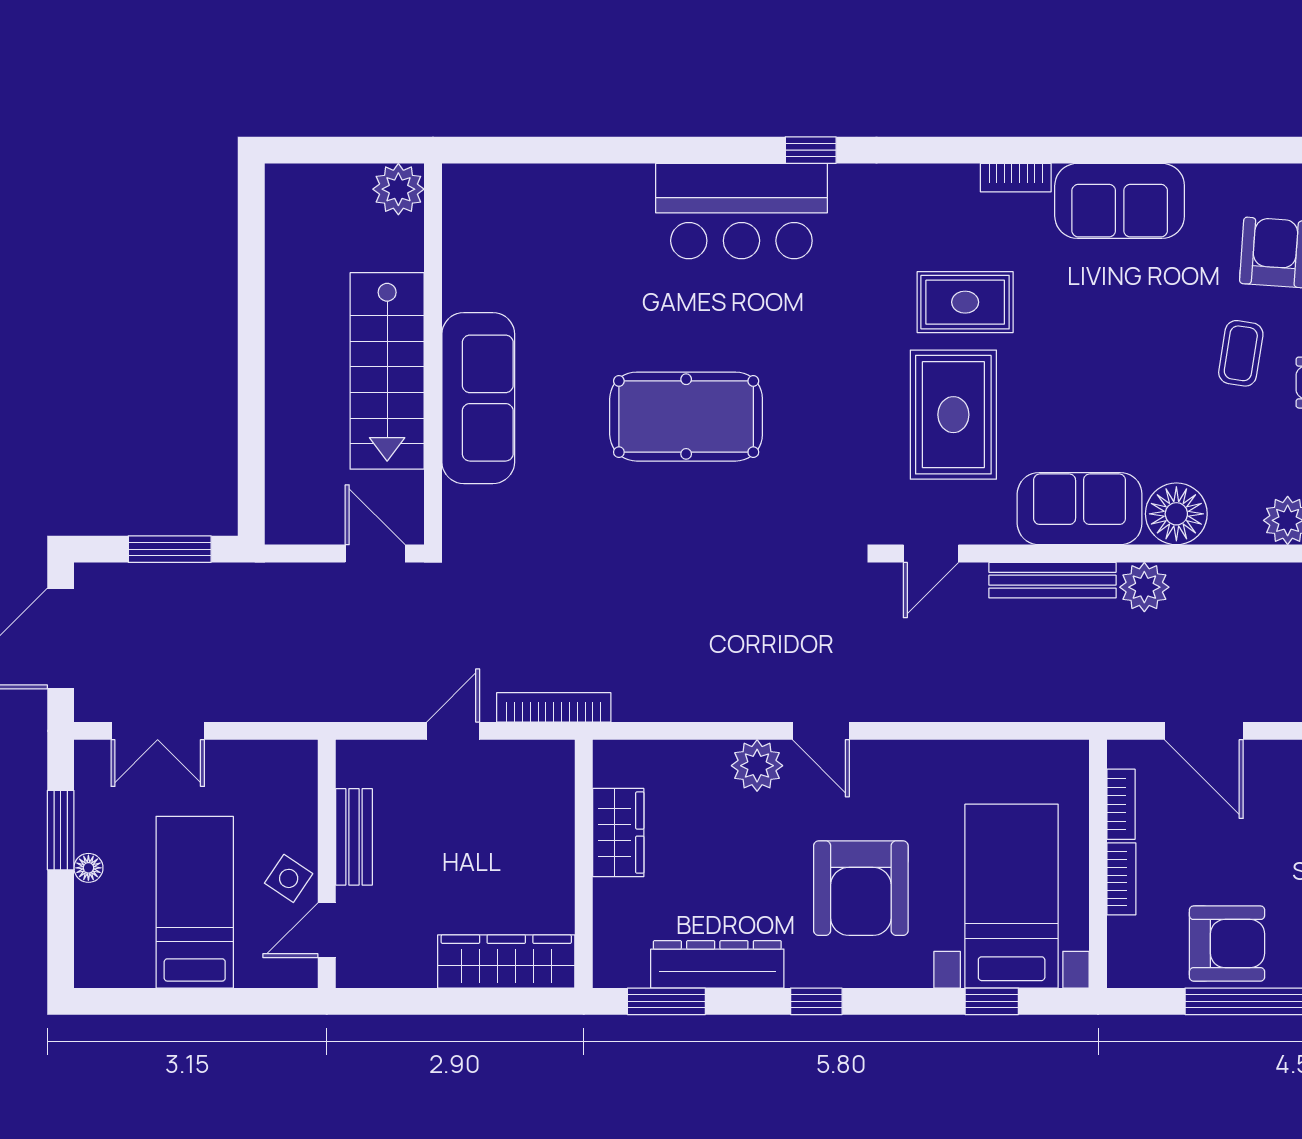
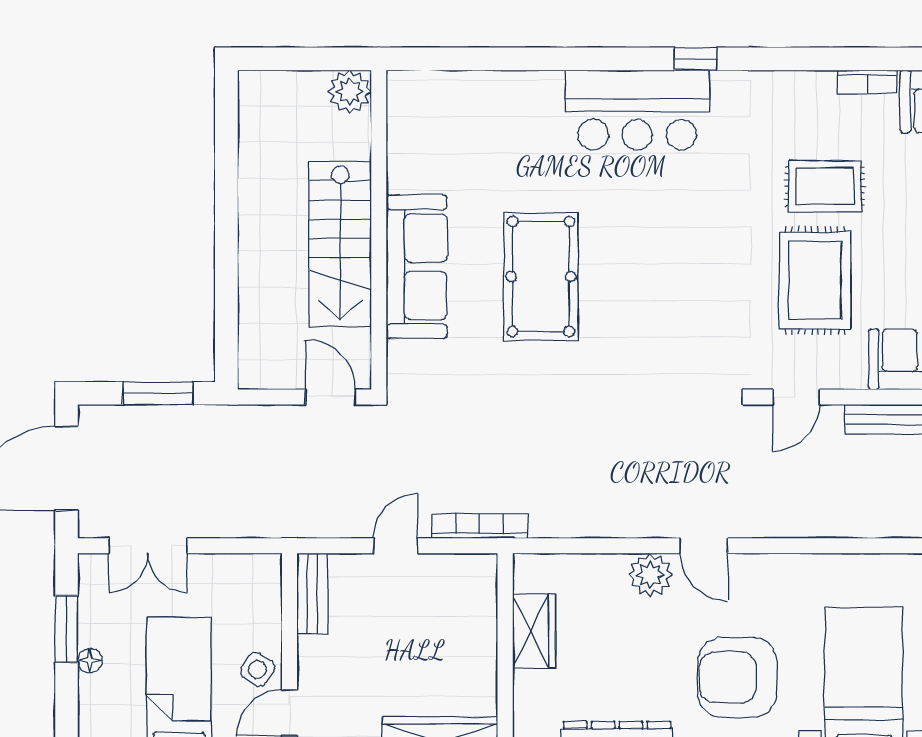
pool table: (686, 417) -> (541, 277), moved, turned 90
bench: (354, 837) -> (312, 594), moved
armchair: (861, 888) -> (737, 678), turned 90

